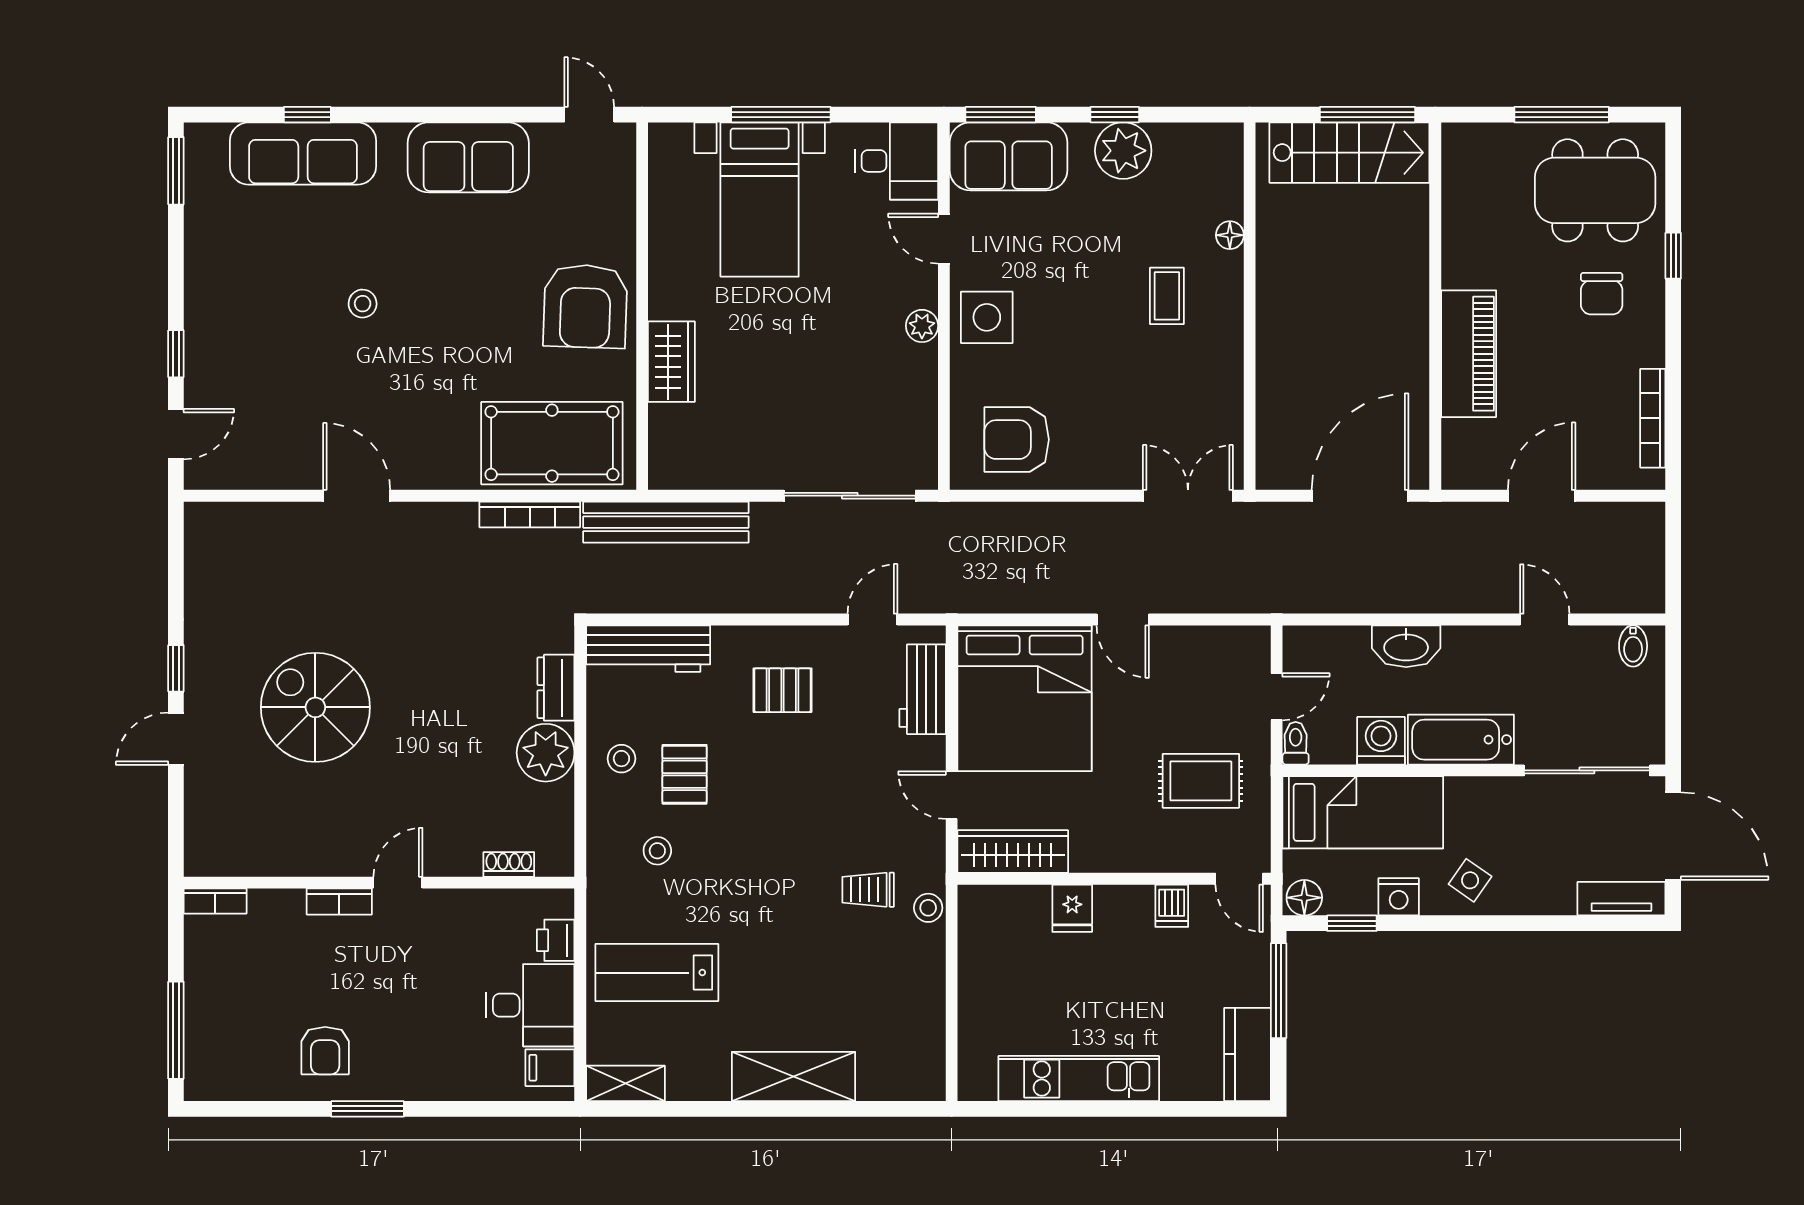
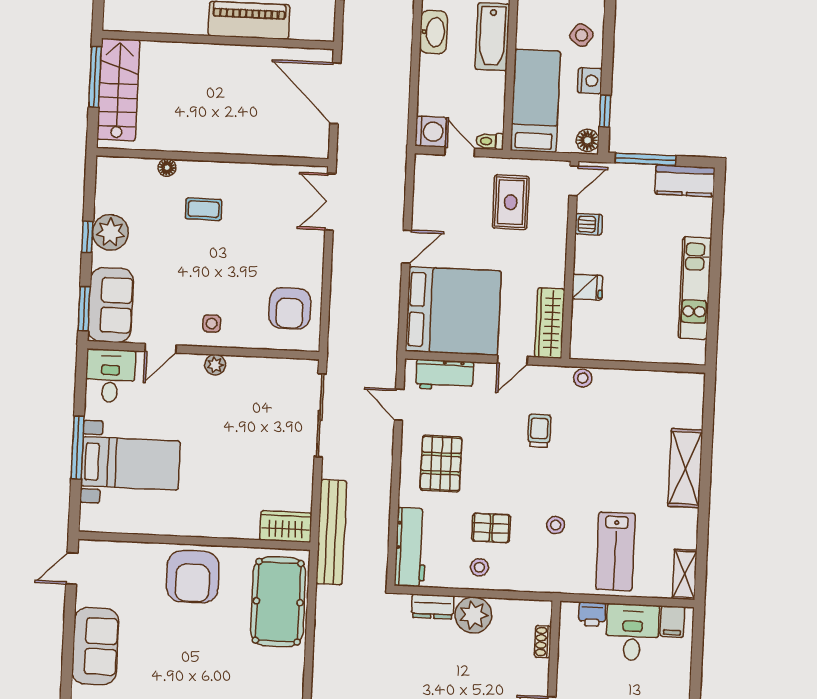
armchair: (585, 306) -> (193, 577), turned 88
side table: (987, 317) -> (212, 323), width x0.54, depth x0.54
wardrobe: (671, 362) -> (286, 527), moved
bookcase: (530, 514) -> (322, 618), removed
washbasin: (1406, 646) -> (434, 32), moved
pallet: (783, 690) -> (441, 464), width x1.50, depth x1.42
washing machine: (1381, 741) -> (431, 132), moved, turned 180
stool: (657, 851) -> (556, 525), moved
trolley: (868, 890) -> (539, 431), moved, turned 180

